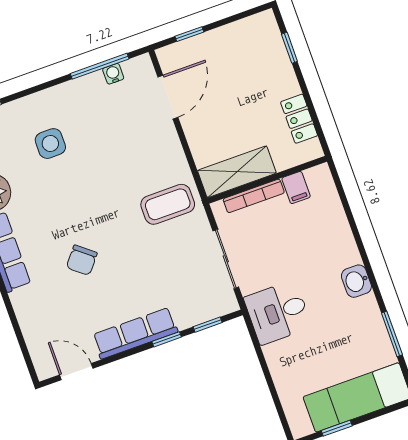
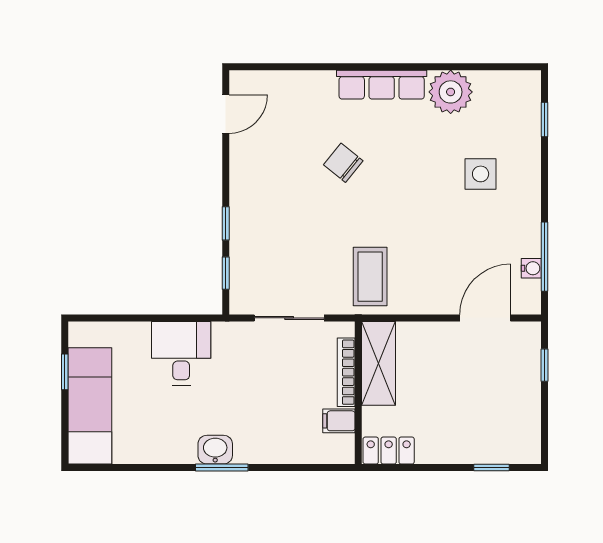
door: (168, 97) -> (485, 318), swing flipped
locker: (299, 119) -> (389, 451), moved
desk: (278, 312) -> (181, 353), moved
row of seats: (135, 333) -> (244, 192), removed
window: (392, 334) -> (222, 468), moved

